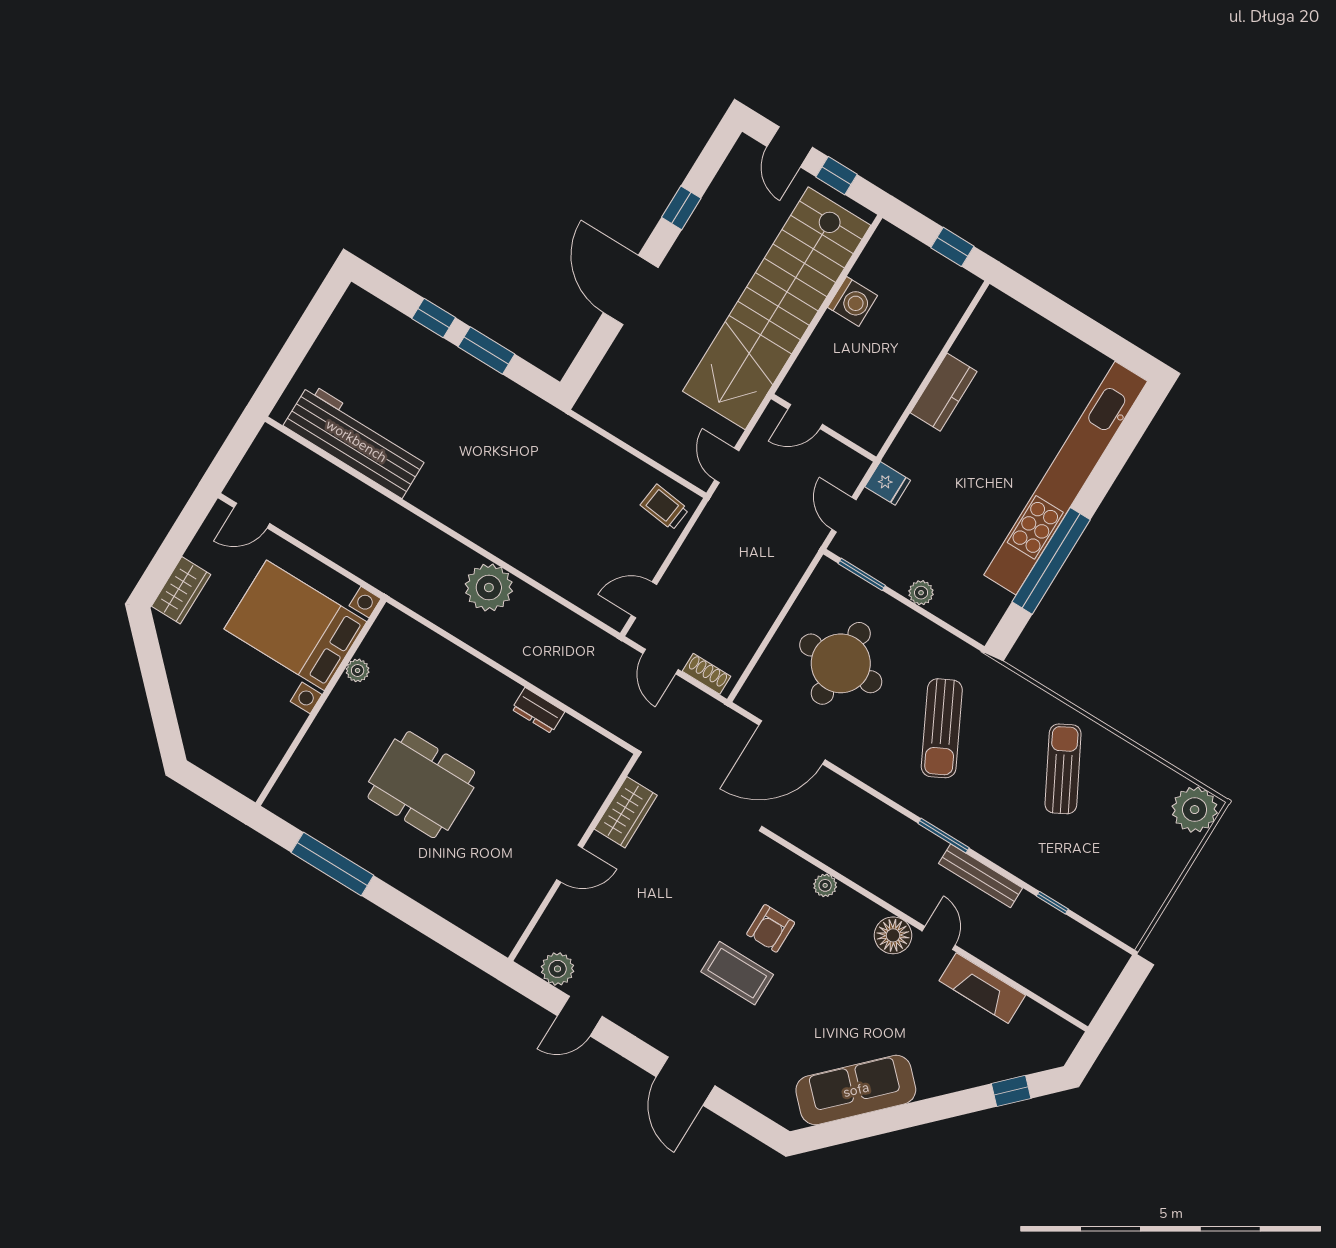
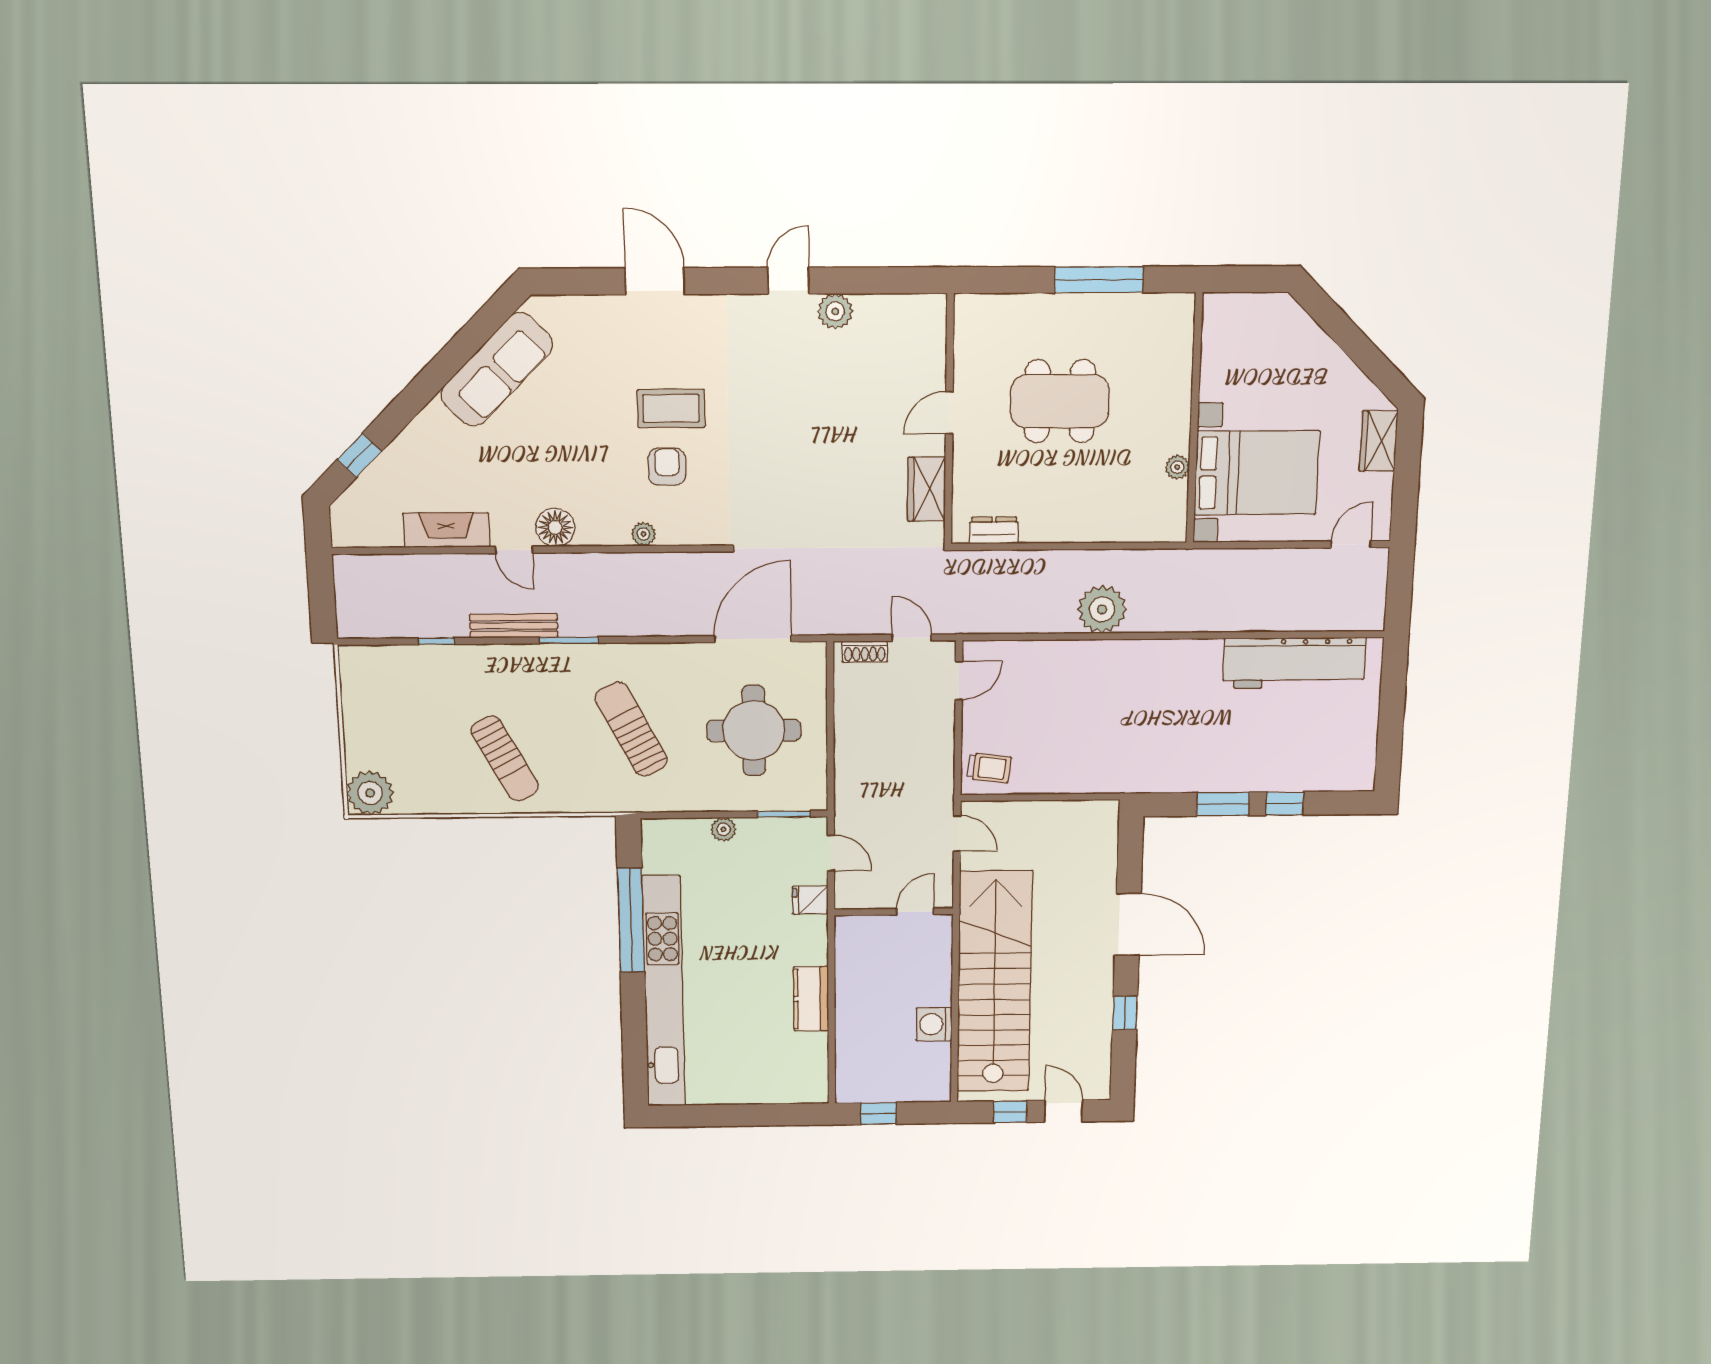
wardrobe: (626, 812) -> (927, 489), moved
wall: (573, 857) -> (949, 420), moved
door: (570, 864) -> (949, 413), moved

